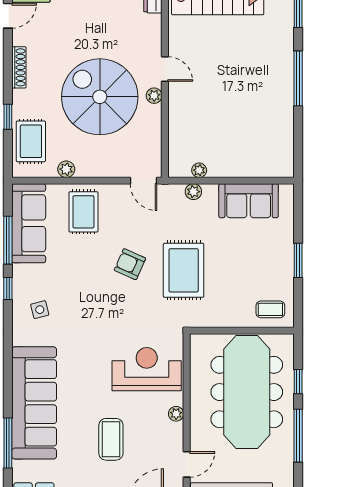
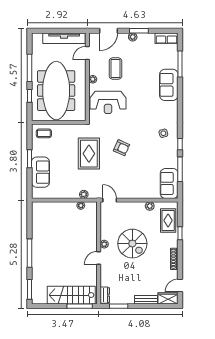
door: (165, 69) -> (99, 258), hinge flipped
spiral stairs: (100, 97) -> (132, 244), width x0.73, depth x0.73
sofa: (249, 201) -> (40, 172), moved, turned 90
rug: (83, 212) -> (141, 184), removed
sofa: (29, 223) -> (169, 183), width x0.73
armchair: (130, 264) -> (121, 148), moved
sofa: (34, 403) -> (169, 85), width x0.54, depth x0.79
coffee table: (111, 439) -> (115, 68), moved

